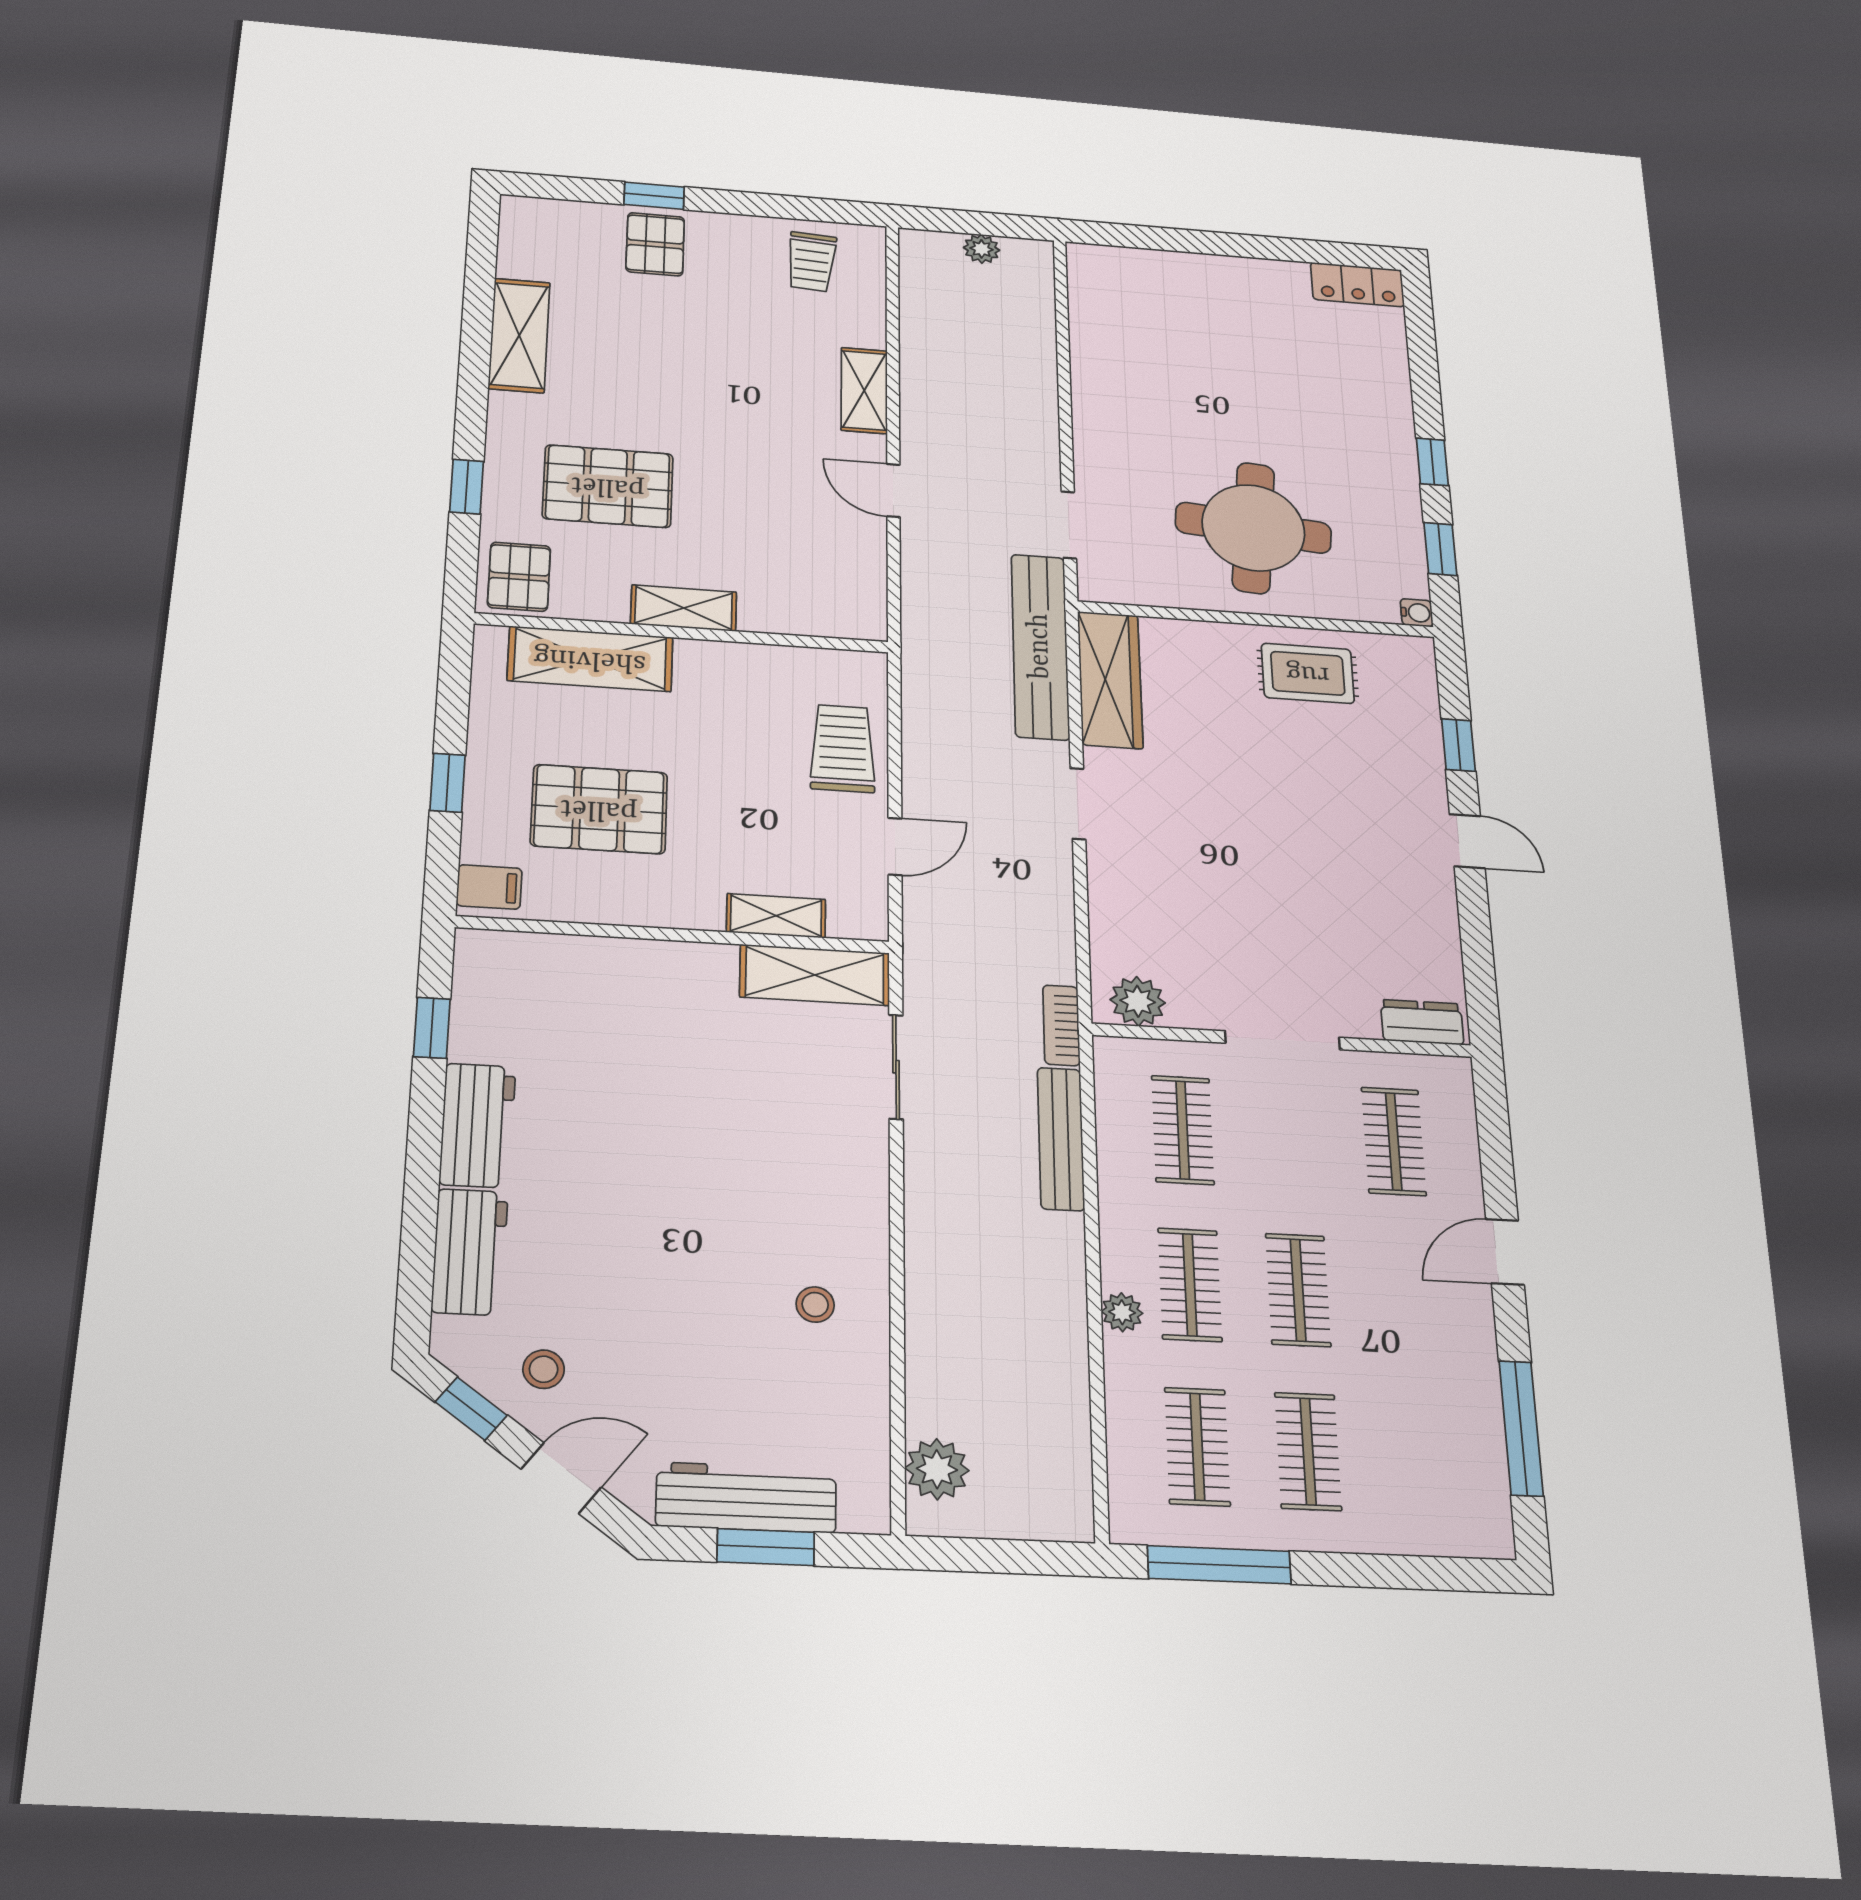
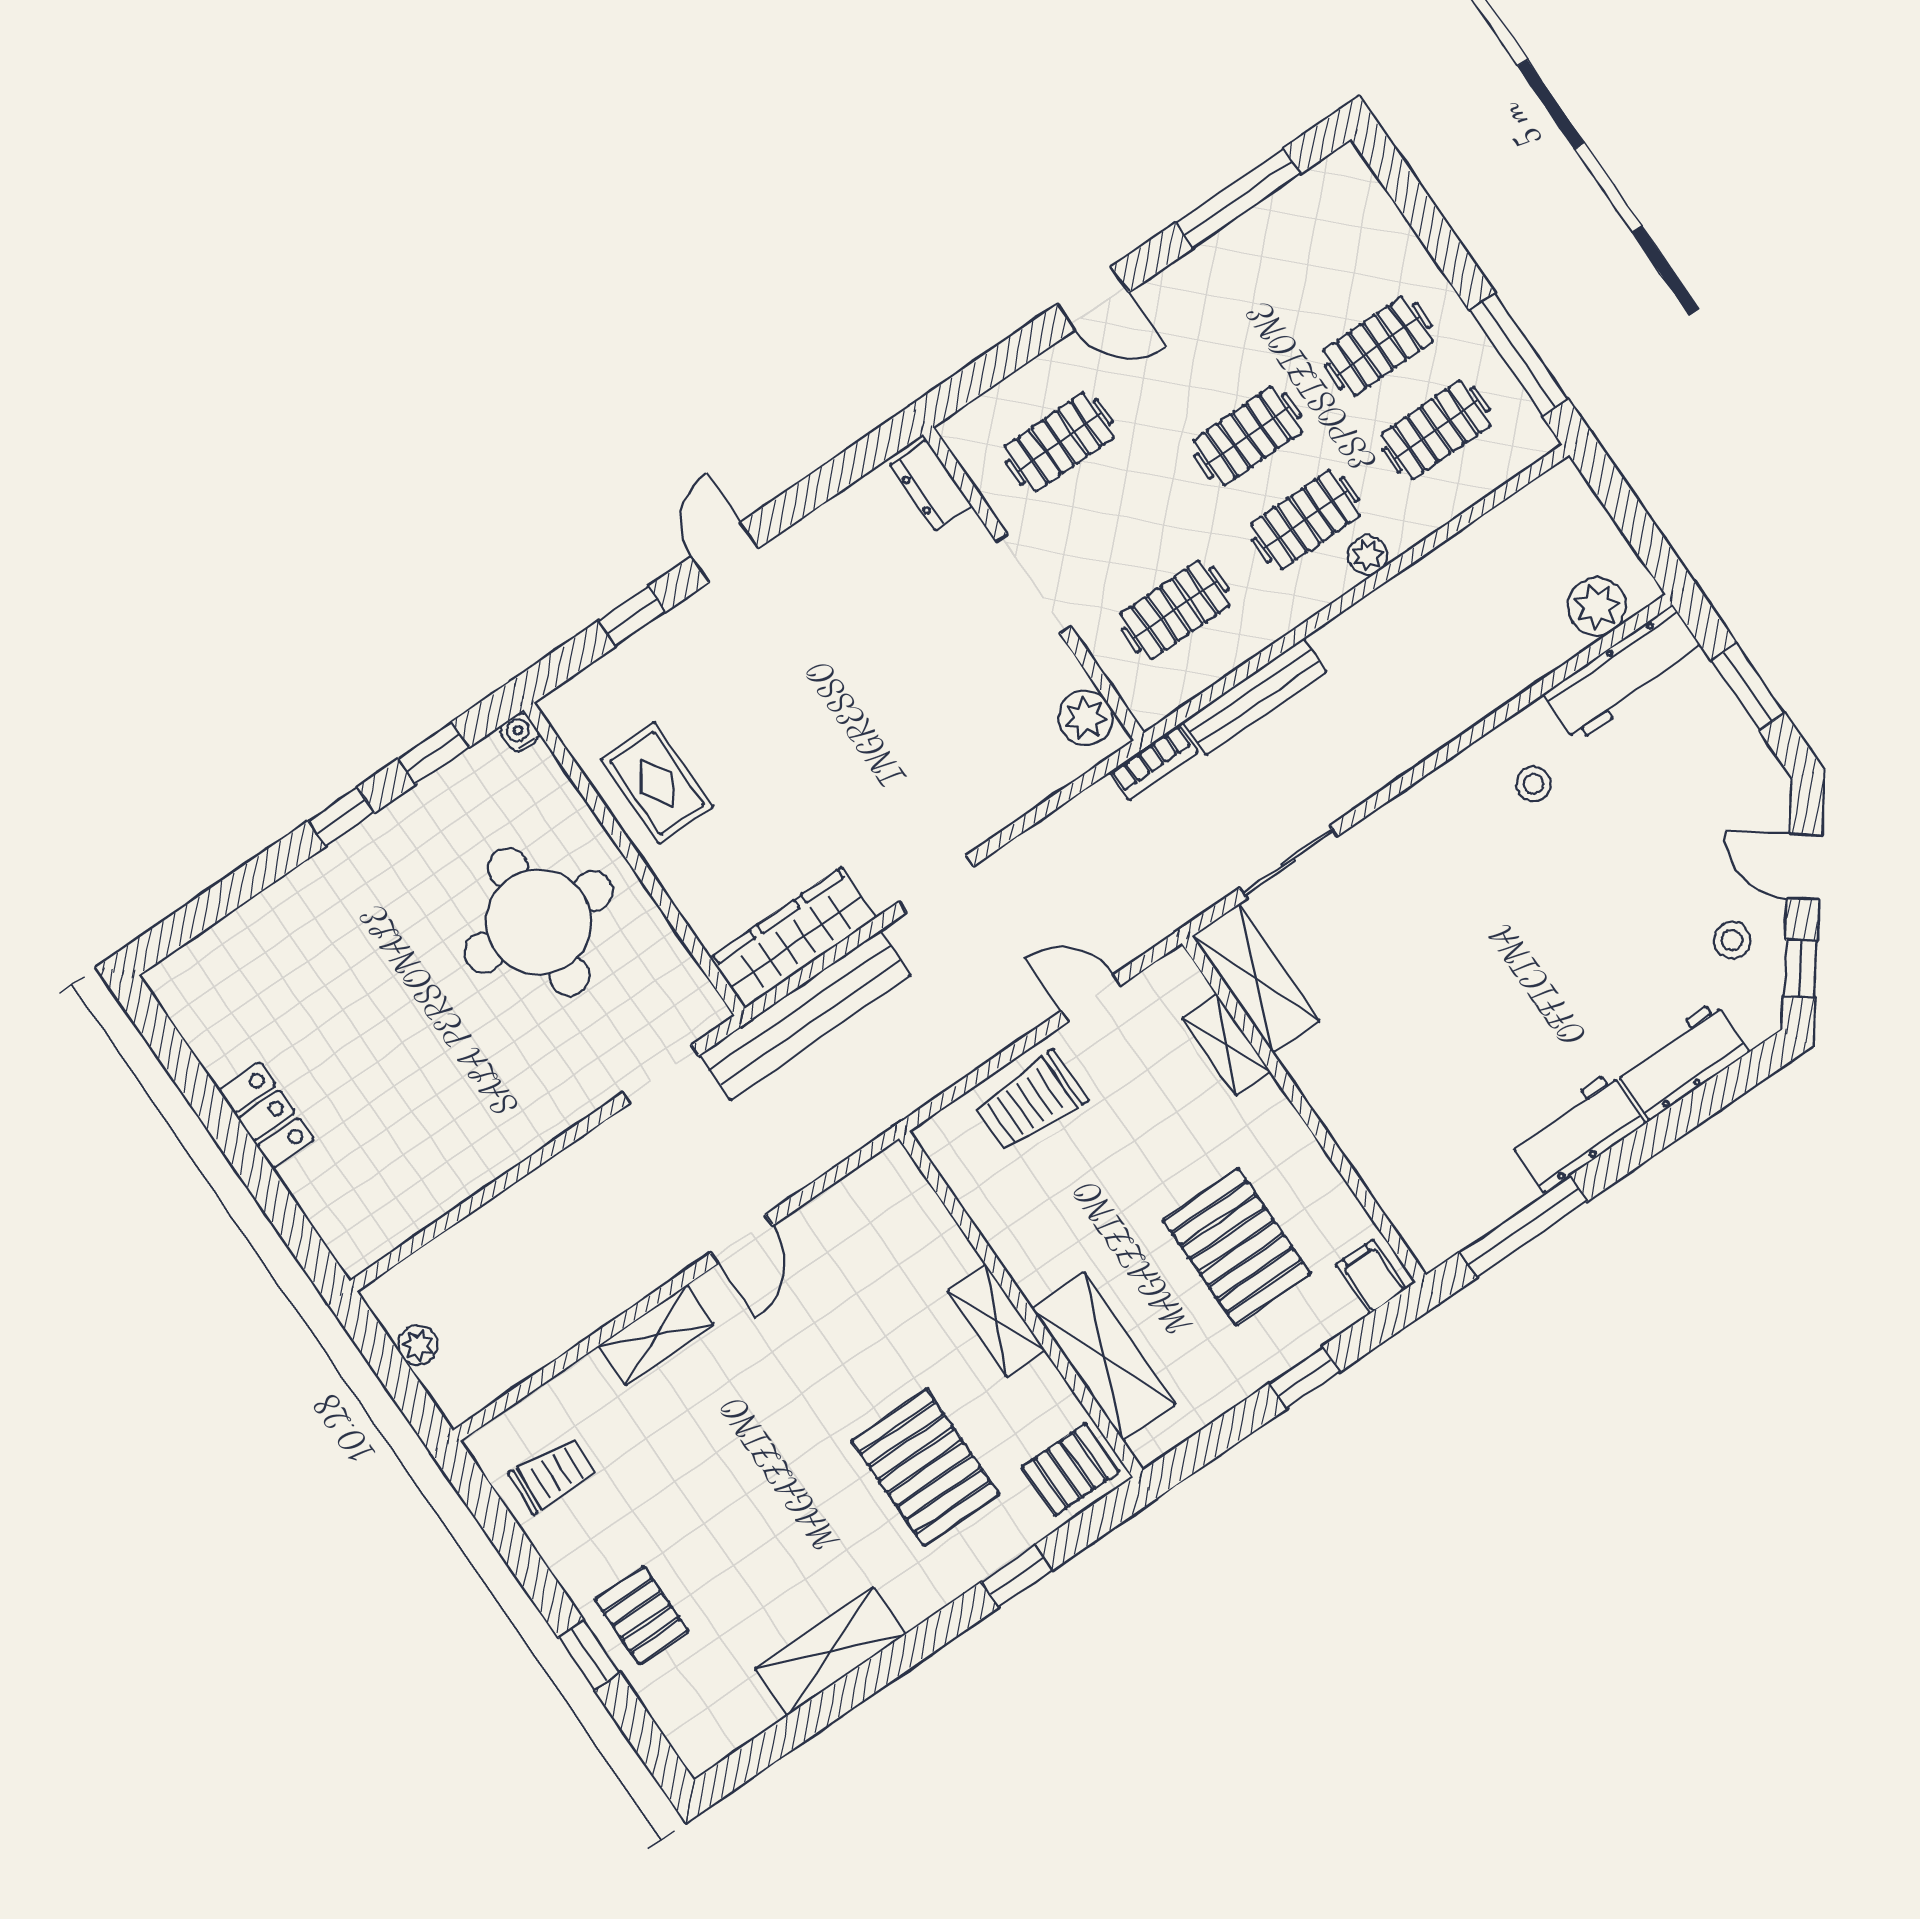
pallet: (655, 244) -> (642, 1615), turned 90
locker: (1357, 285) -> (266, 1115), moved
window: (432, 1028) -> (1523, 1227), width x2.17
workbench: (746, 1497) -> (1624, 674), moved, turned -90

